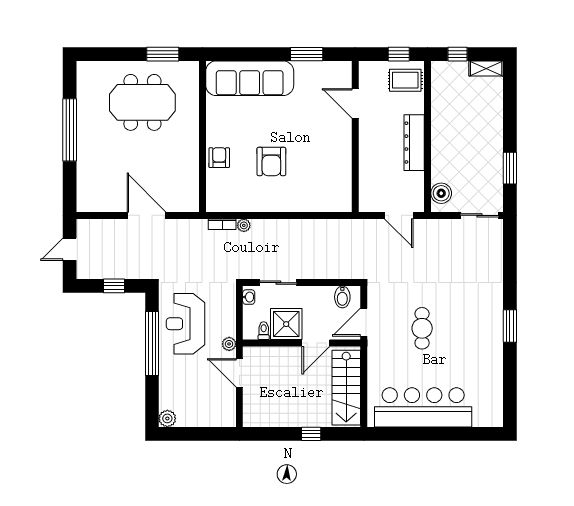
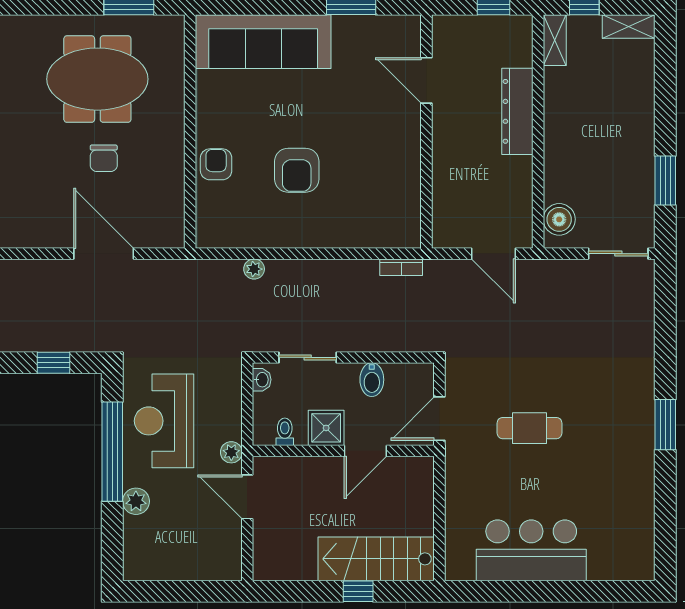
shelving: (438, 77) -> (555, 40), added
rug: (405, 80) -> (504, 45), removed
dresser: (414, 143) -> (517, 111), moved
chair: (147, 154) -> (104, 158), added
bookcase: (222, 224) -> (401, 267), moved
bidet: (342, 297) -> (372, 380), moved
shower: (286, 324) -> (326, 428), width x0.73, depth x0.73
cafe table: (422, 328) -> (530, 428), turned 90
stairs: (346, 388) -> (376, 559), moved, turned 90
bar counter: (423, 407) -> (531, 550), width x0.73
plant: (167, 418) -> (136, 501), moved

